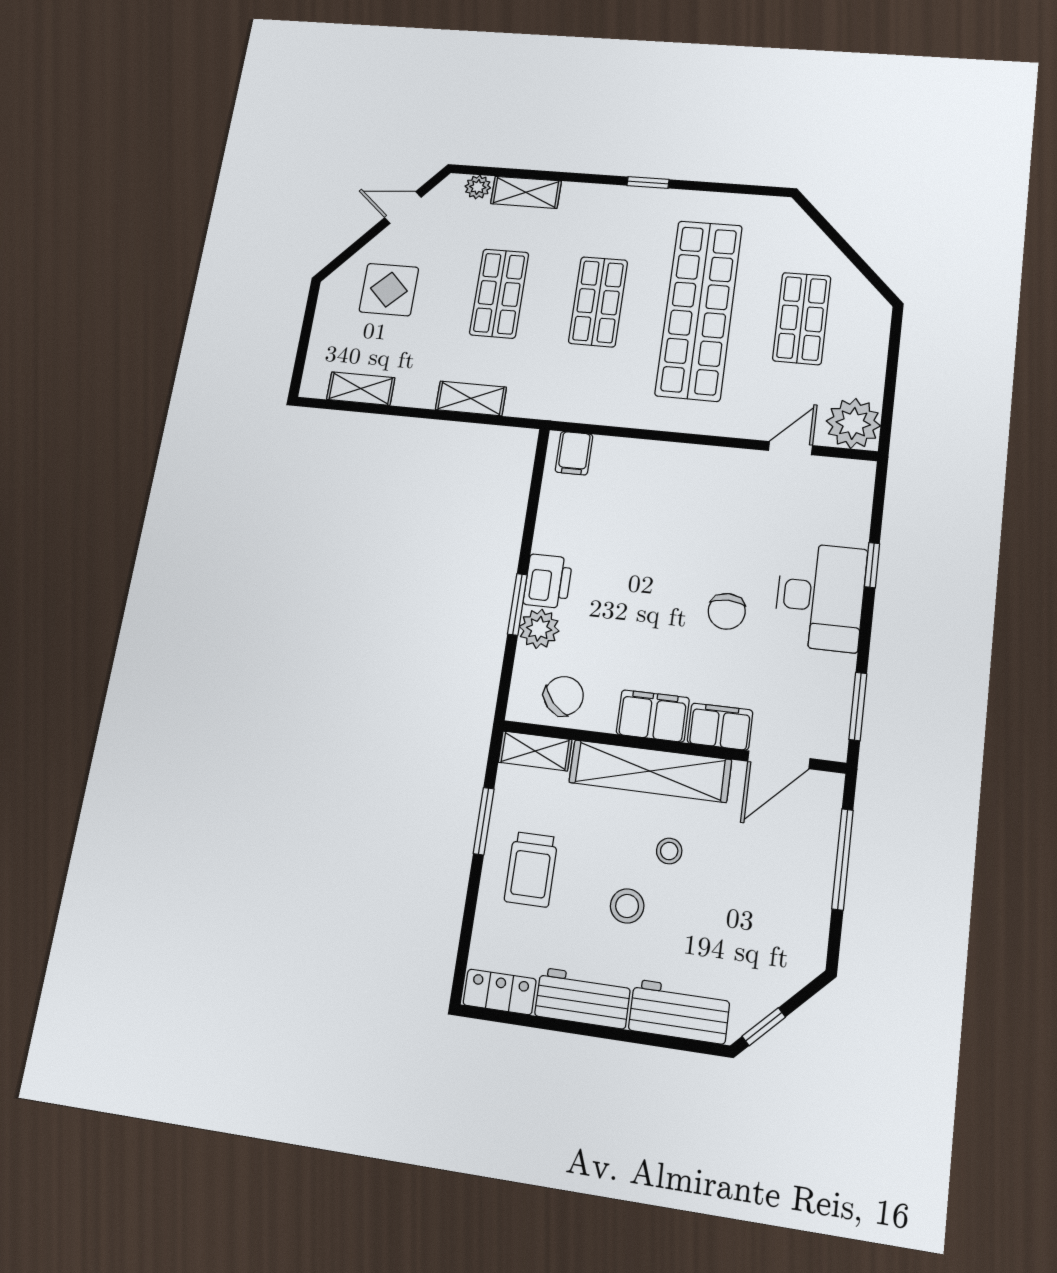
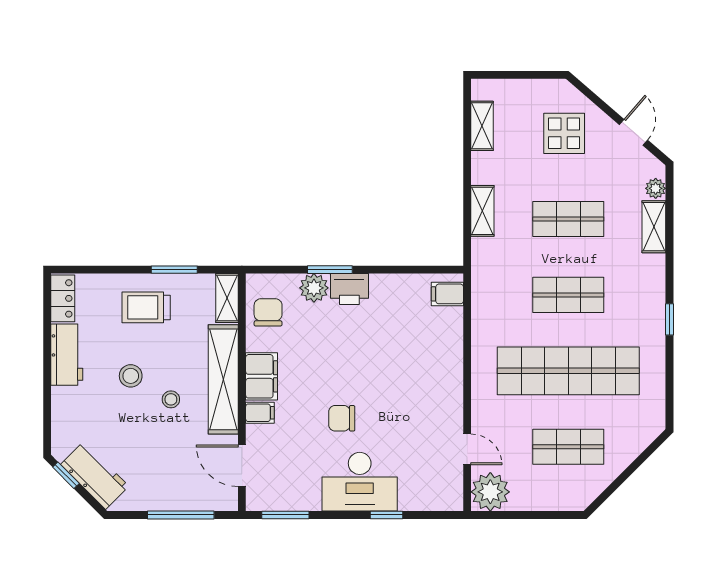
chair: (564, 696) -> (268, 312), turned -137
filing cabinet: (720, 727) -> (260, 413), width x0.50
workbench: (679, 1012) -> (95, 475), moved, turned -45

